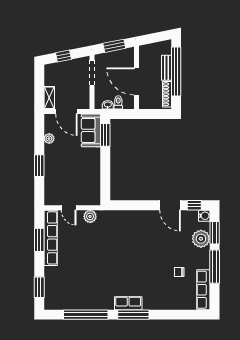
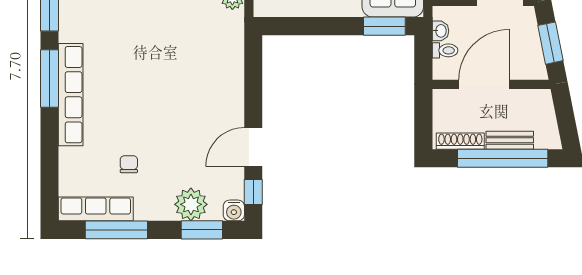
window: (215, 267) -> (116, 230), moved
row of seats: (128, 303) -> (71, 95), width x2.02

